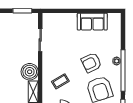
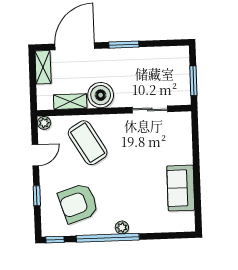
armchair: (91, 63) -> (118, 189), removed
coffee table: (60, 81) -> (88, 143), width x1.86, depth x1.72

